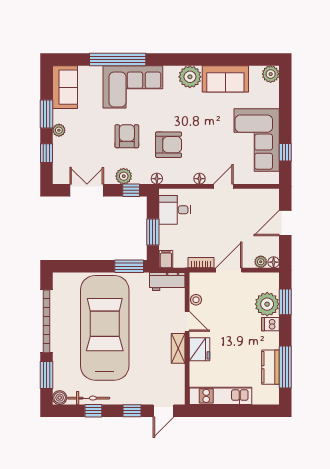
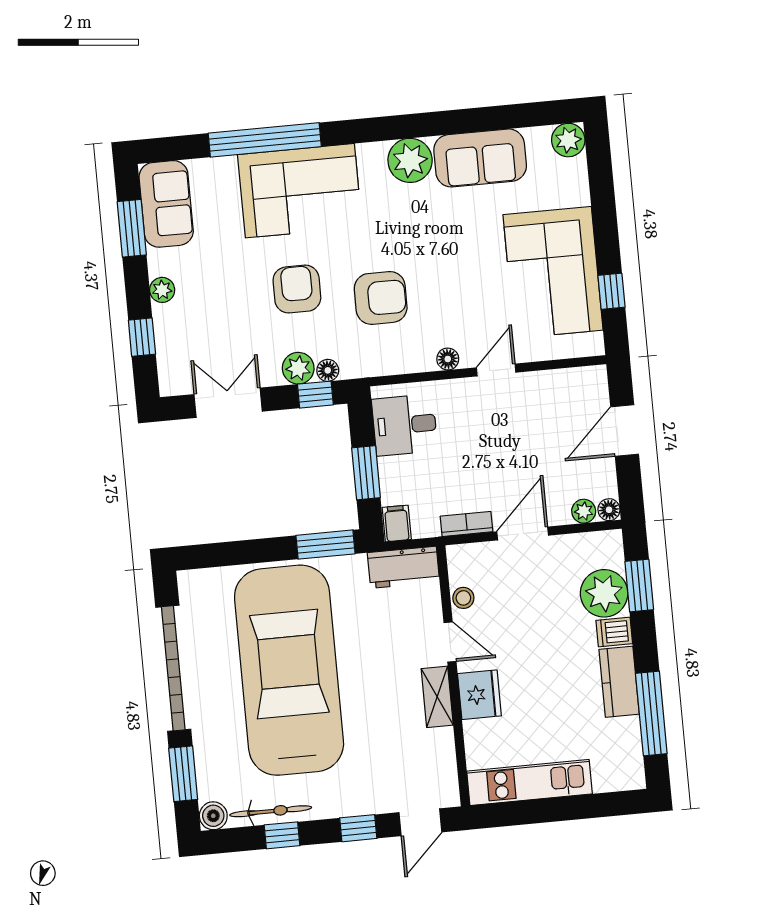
window: (46, 114) -> (132, 228), moved
floor lamp: (157, 179) -> (328, 370), moved
kitchen counter: (270, 367) -> (619, 682), moved

